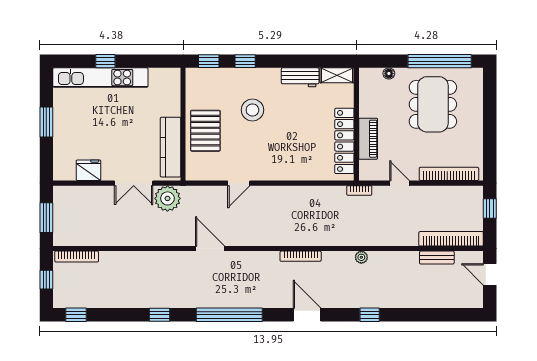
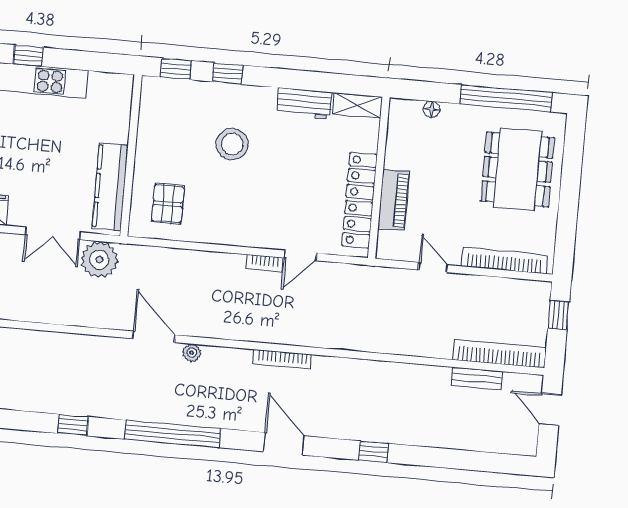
dining table: (433, 104) -> (517, 169), moved
pallet: (205, 131) -> (168, 204), moved, width x0.67, depth x0.71
door: (239, 183) -> (300, 255), moved
bookcase: (359, 190) -> (265, 263), moved
plant: (361, 257) -> (192, 353), moved

